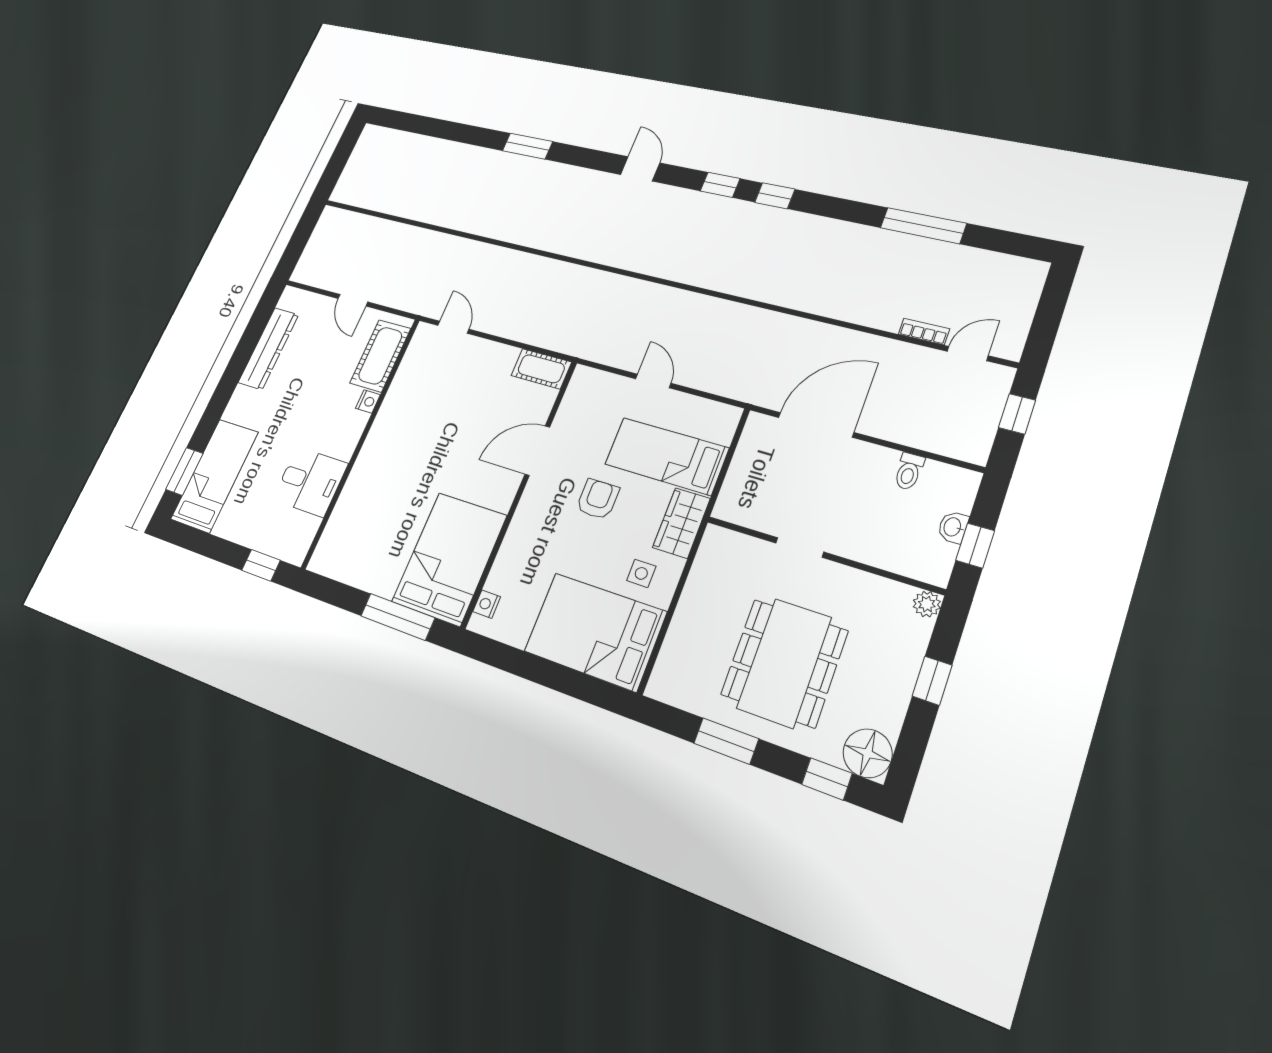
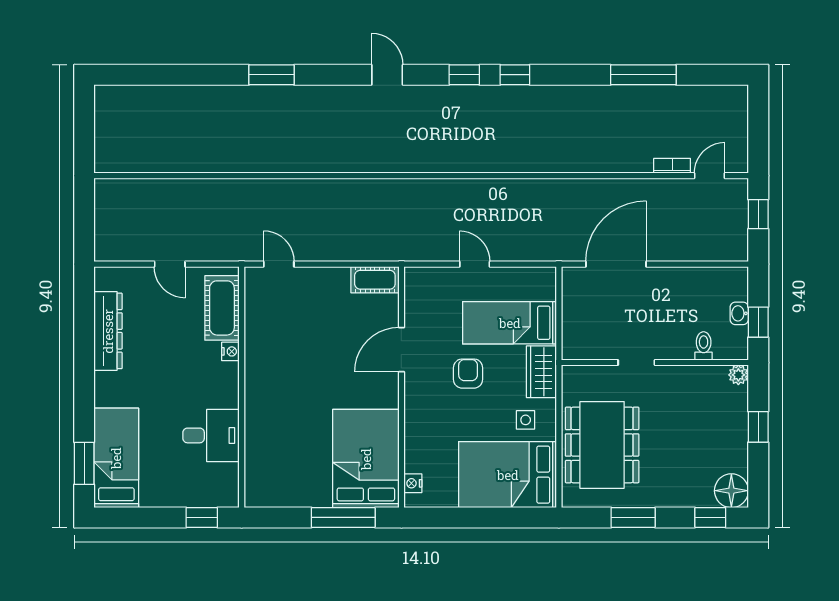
toilet: (909, 471) -> (704, 346), moved, turned 180
dining table: (784, 663) -> (602, 445), moved

